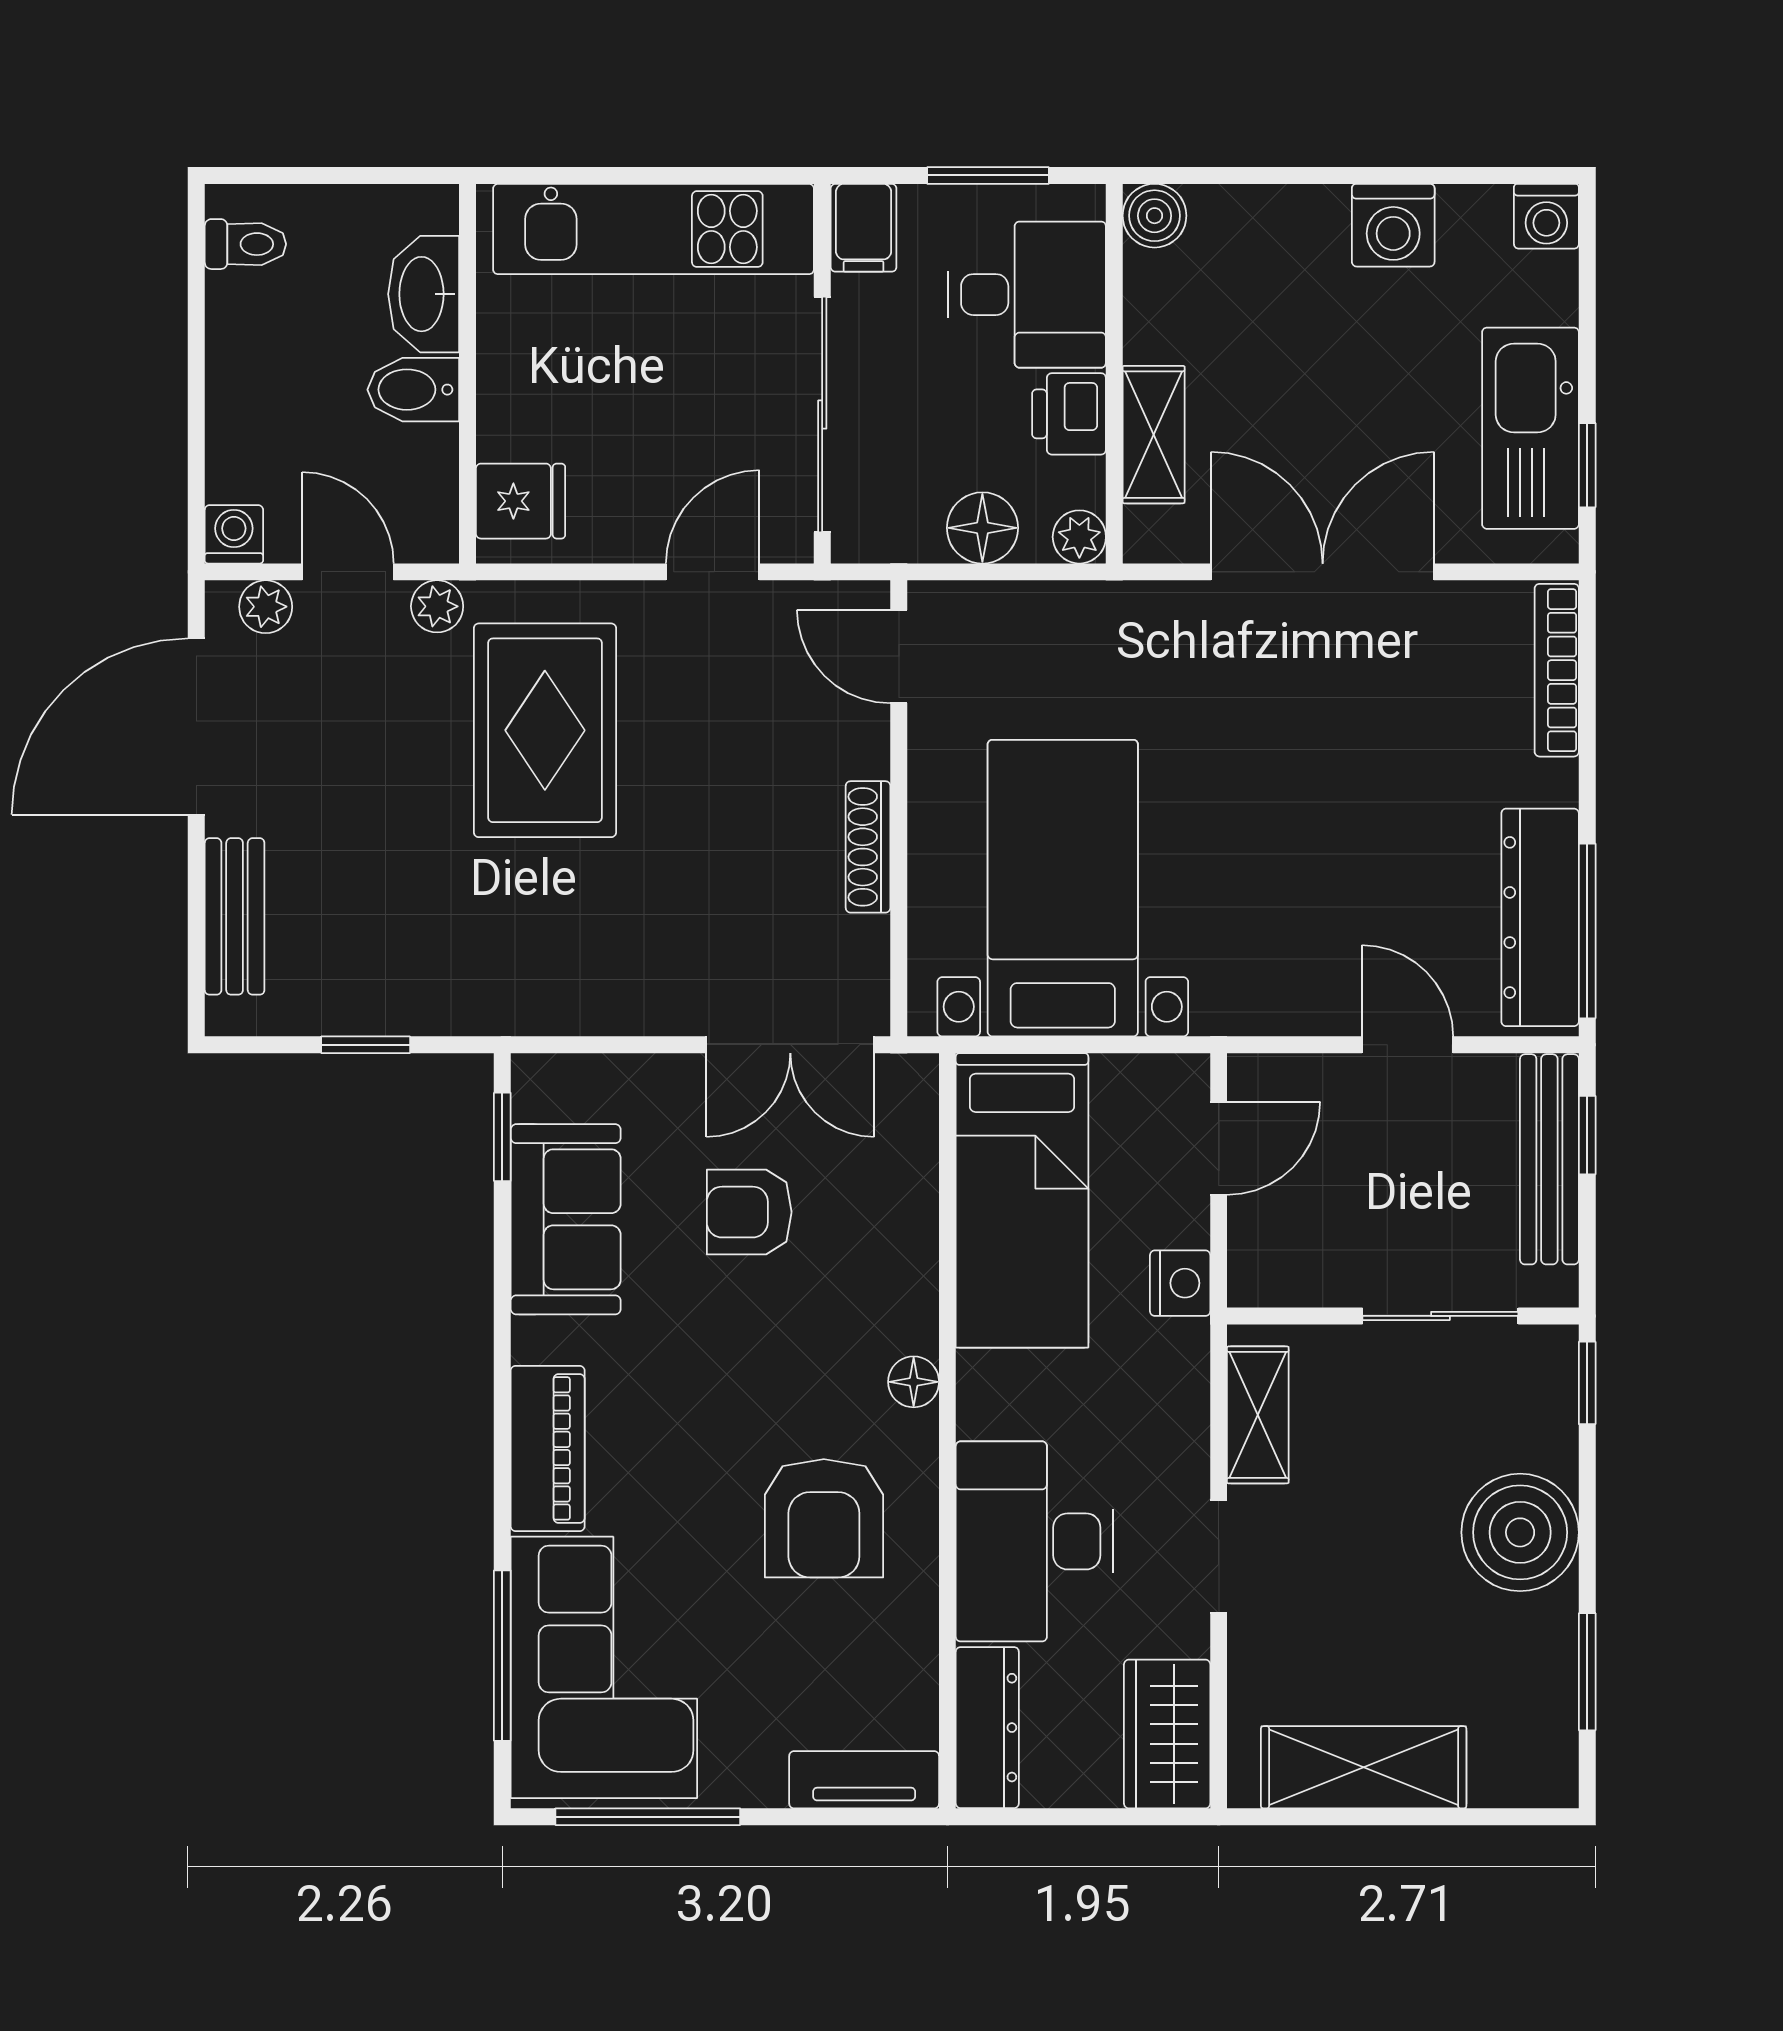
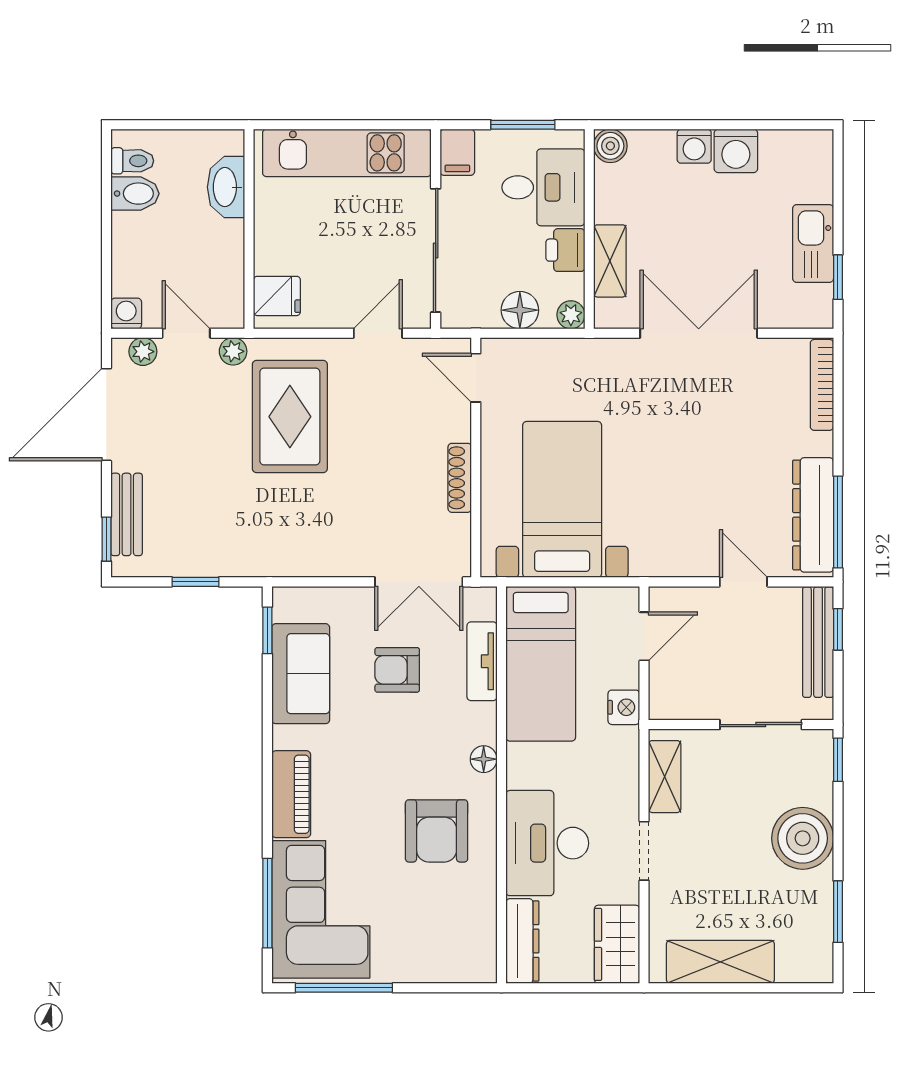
washing machine: (1546, 216) -> (694, 146), moved
bidet: (413, 390) -> (135, 194), moved, turned 180
kitchen sink: (1531, 428) -> (813, 244), width x0.73, depth x0.81
window: (196, 963) -> (106, 539), added
tv unit: (864, 1780) -> (482, 661), moved, turned -90

